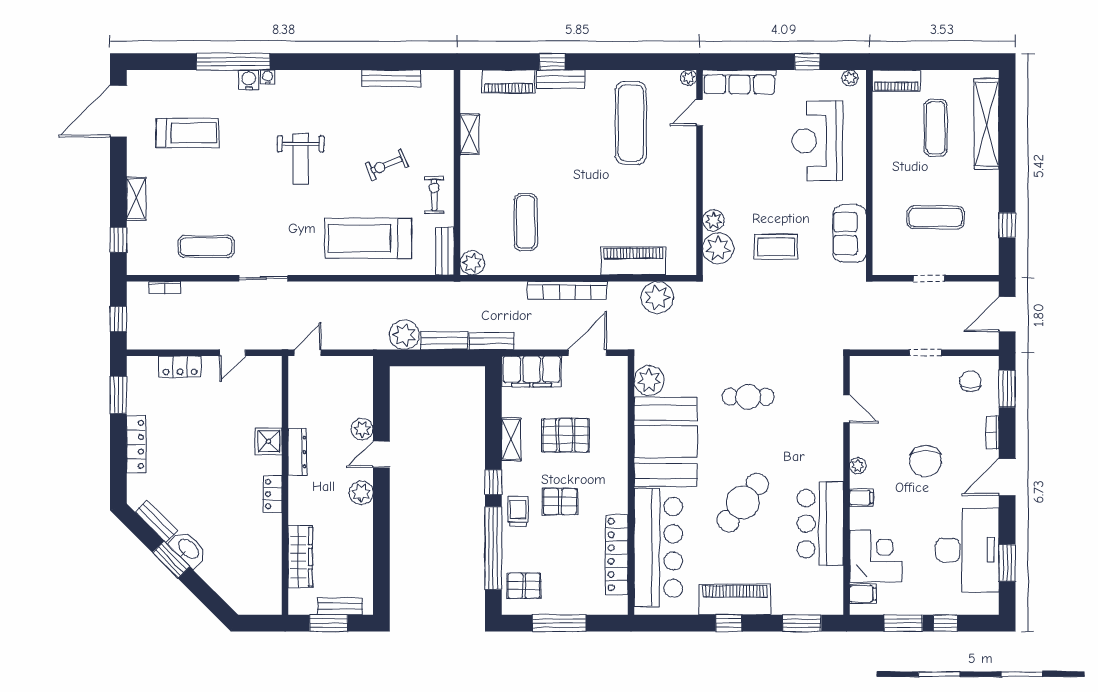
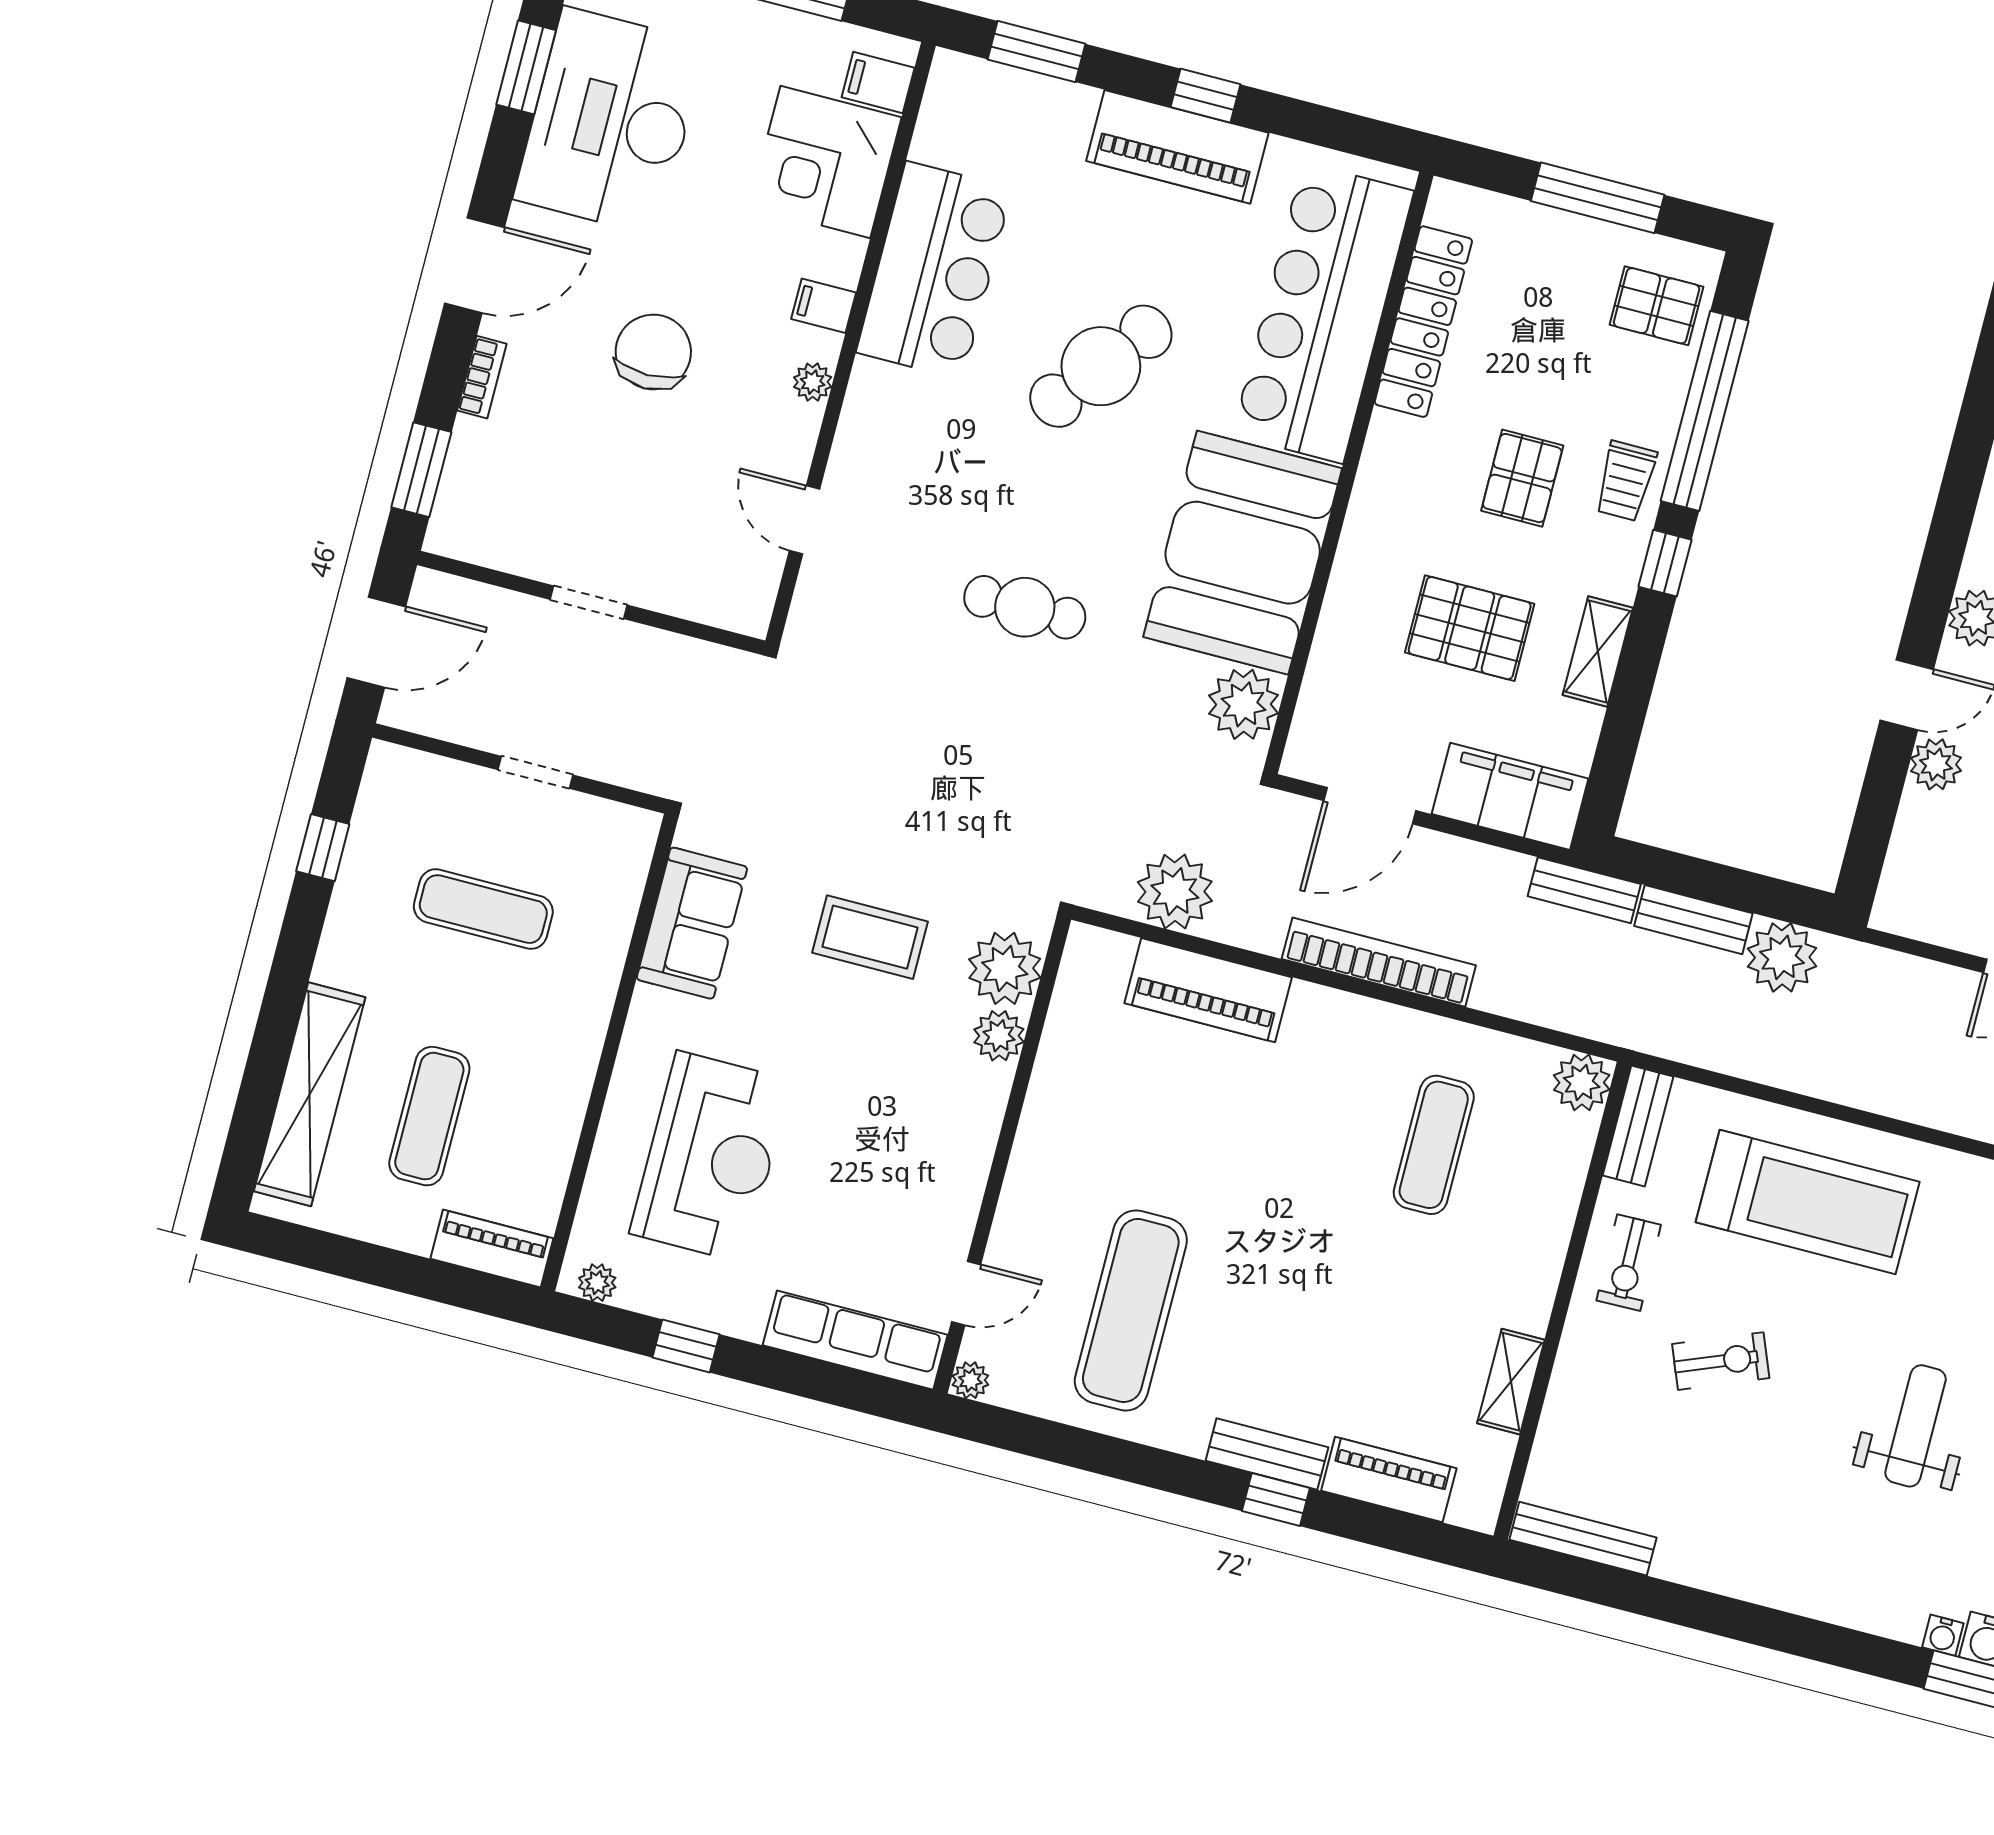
bench: (391, 78) -> (1583, 1539), moved
chair: (970, 381) -> (502, 509), removed
pallet: (560, 502) -> (1522, 478), turned 90

